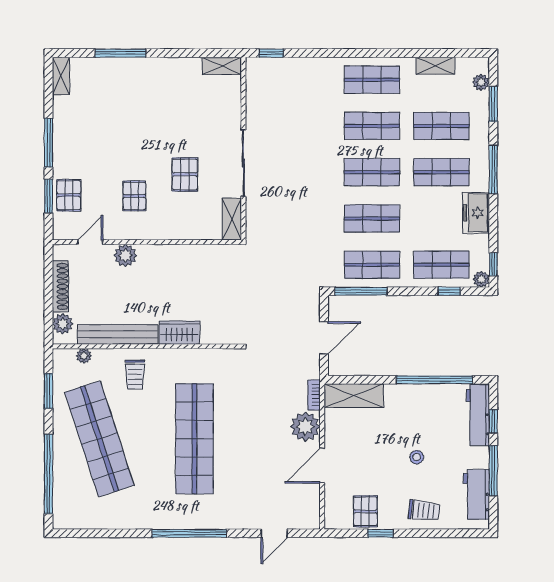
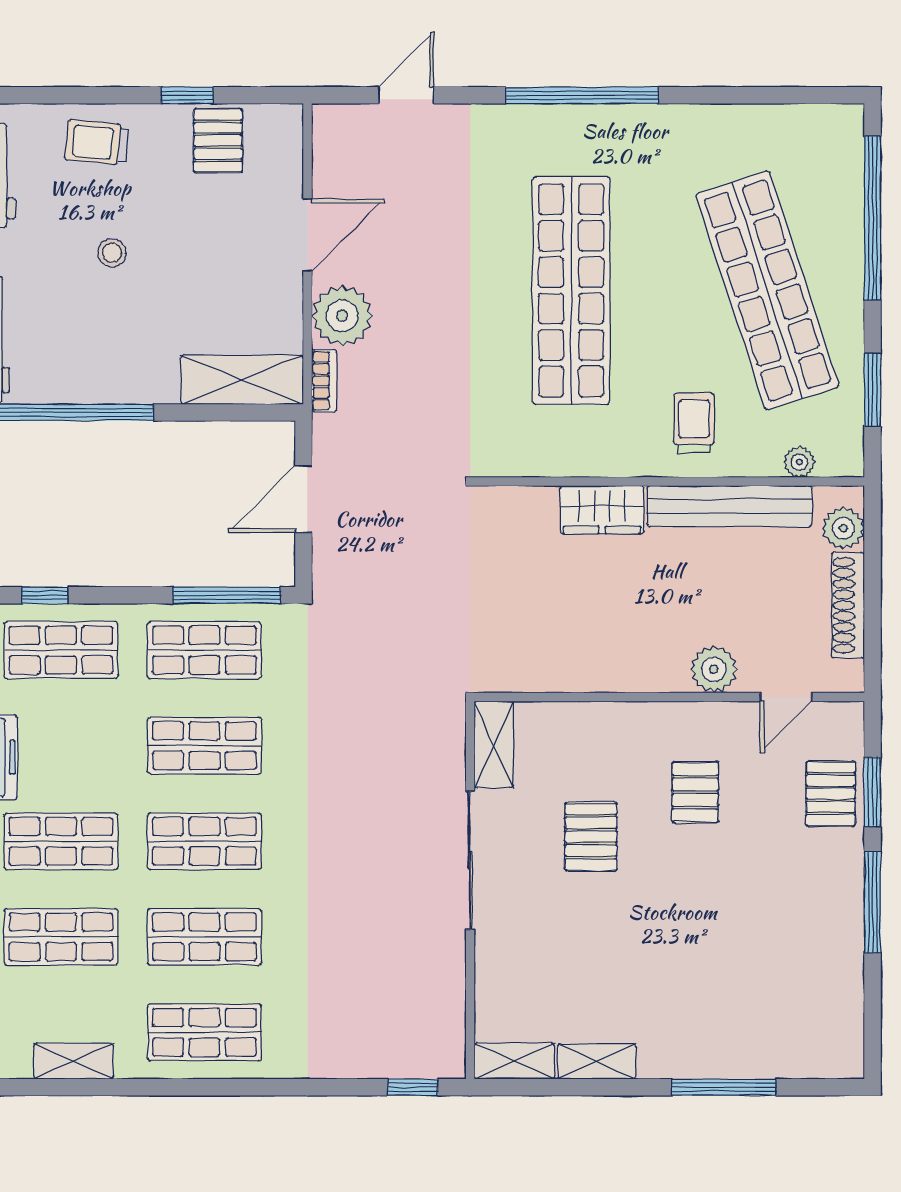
shelving: (61, 76) -> (597, 1061), moved, turned 90

